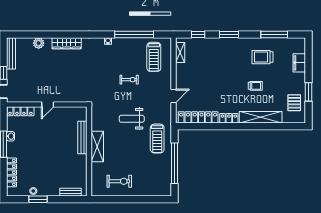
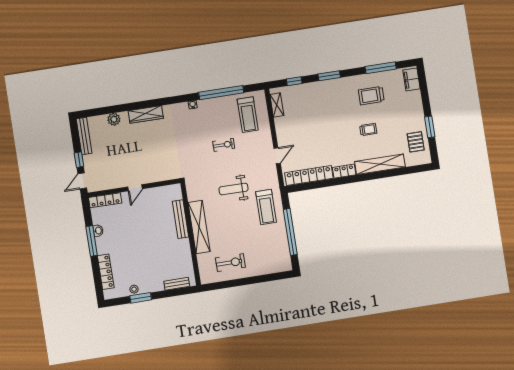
filing cabinet: (299, 63) -> (411, 79), moved
shelving: (97, 147) -> (199, 227), width x1.47

